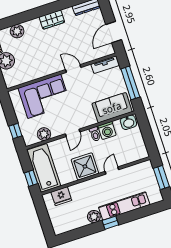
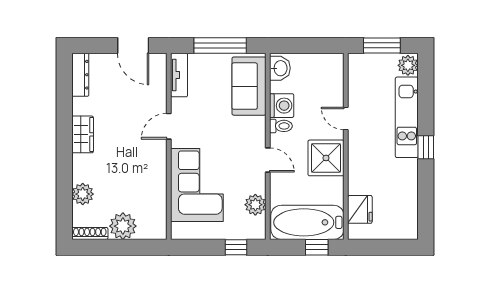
plant: (94, 217) -> (408, 65), moved

